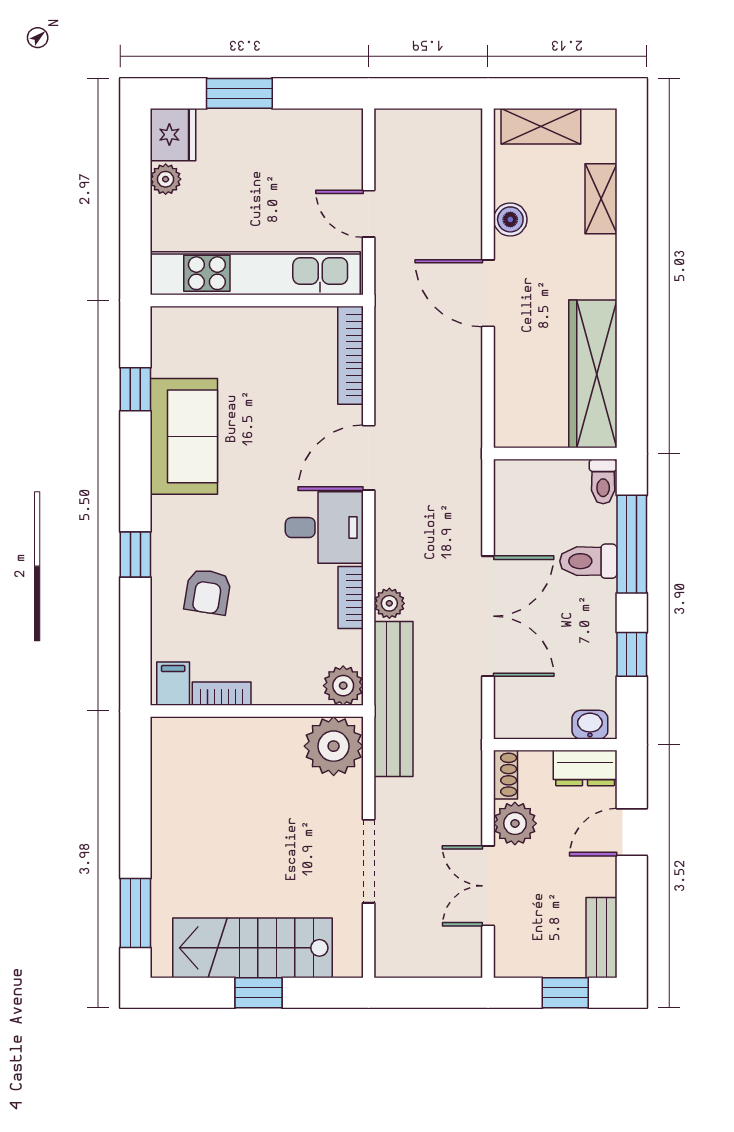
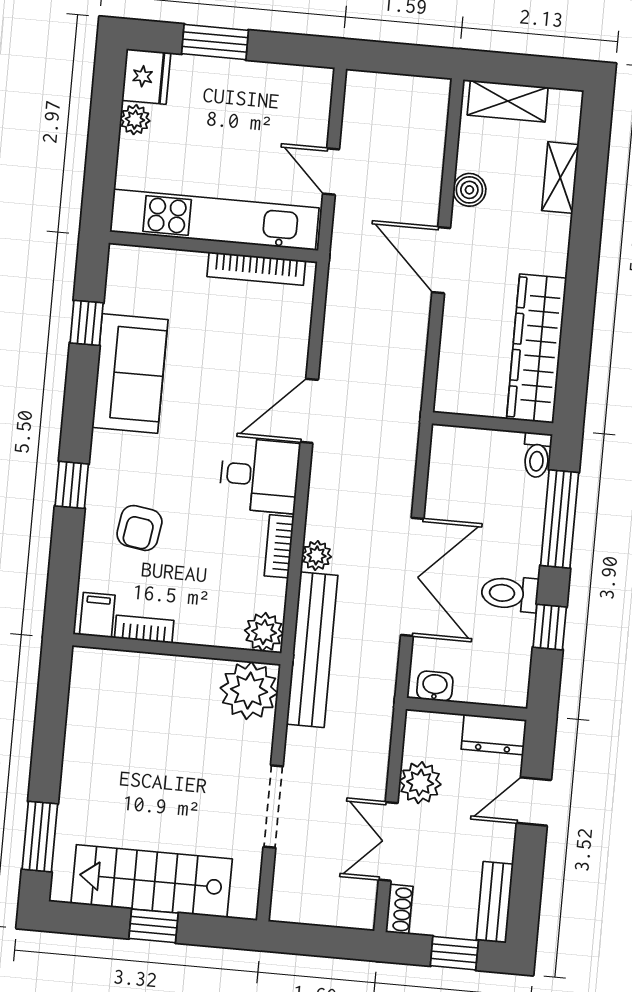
bookcase: (350, 355) -> (256, 269), moved, turned -90
toilet: (588, 561) -> (510, 594), moved
washbasin: (590, 725) -> (435, 686), moved
shoe rack: (506, 775) -> (399, 909), moved

